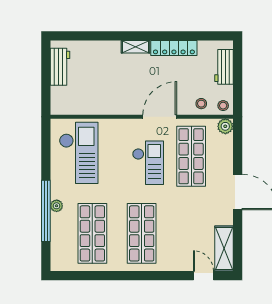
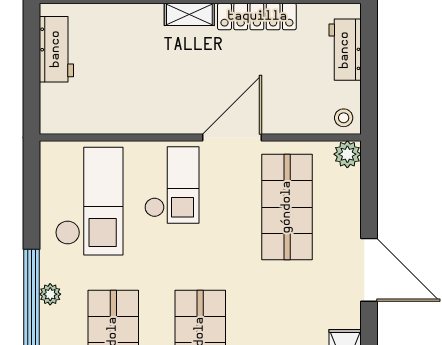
stool: (201, 104) -> (305, 114), removed
checkout: (148, 163) -> (172, 185), moved

